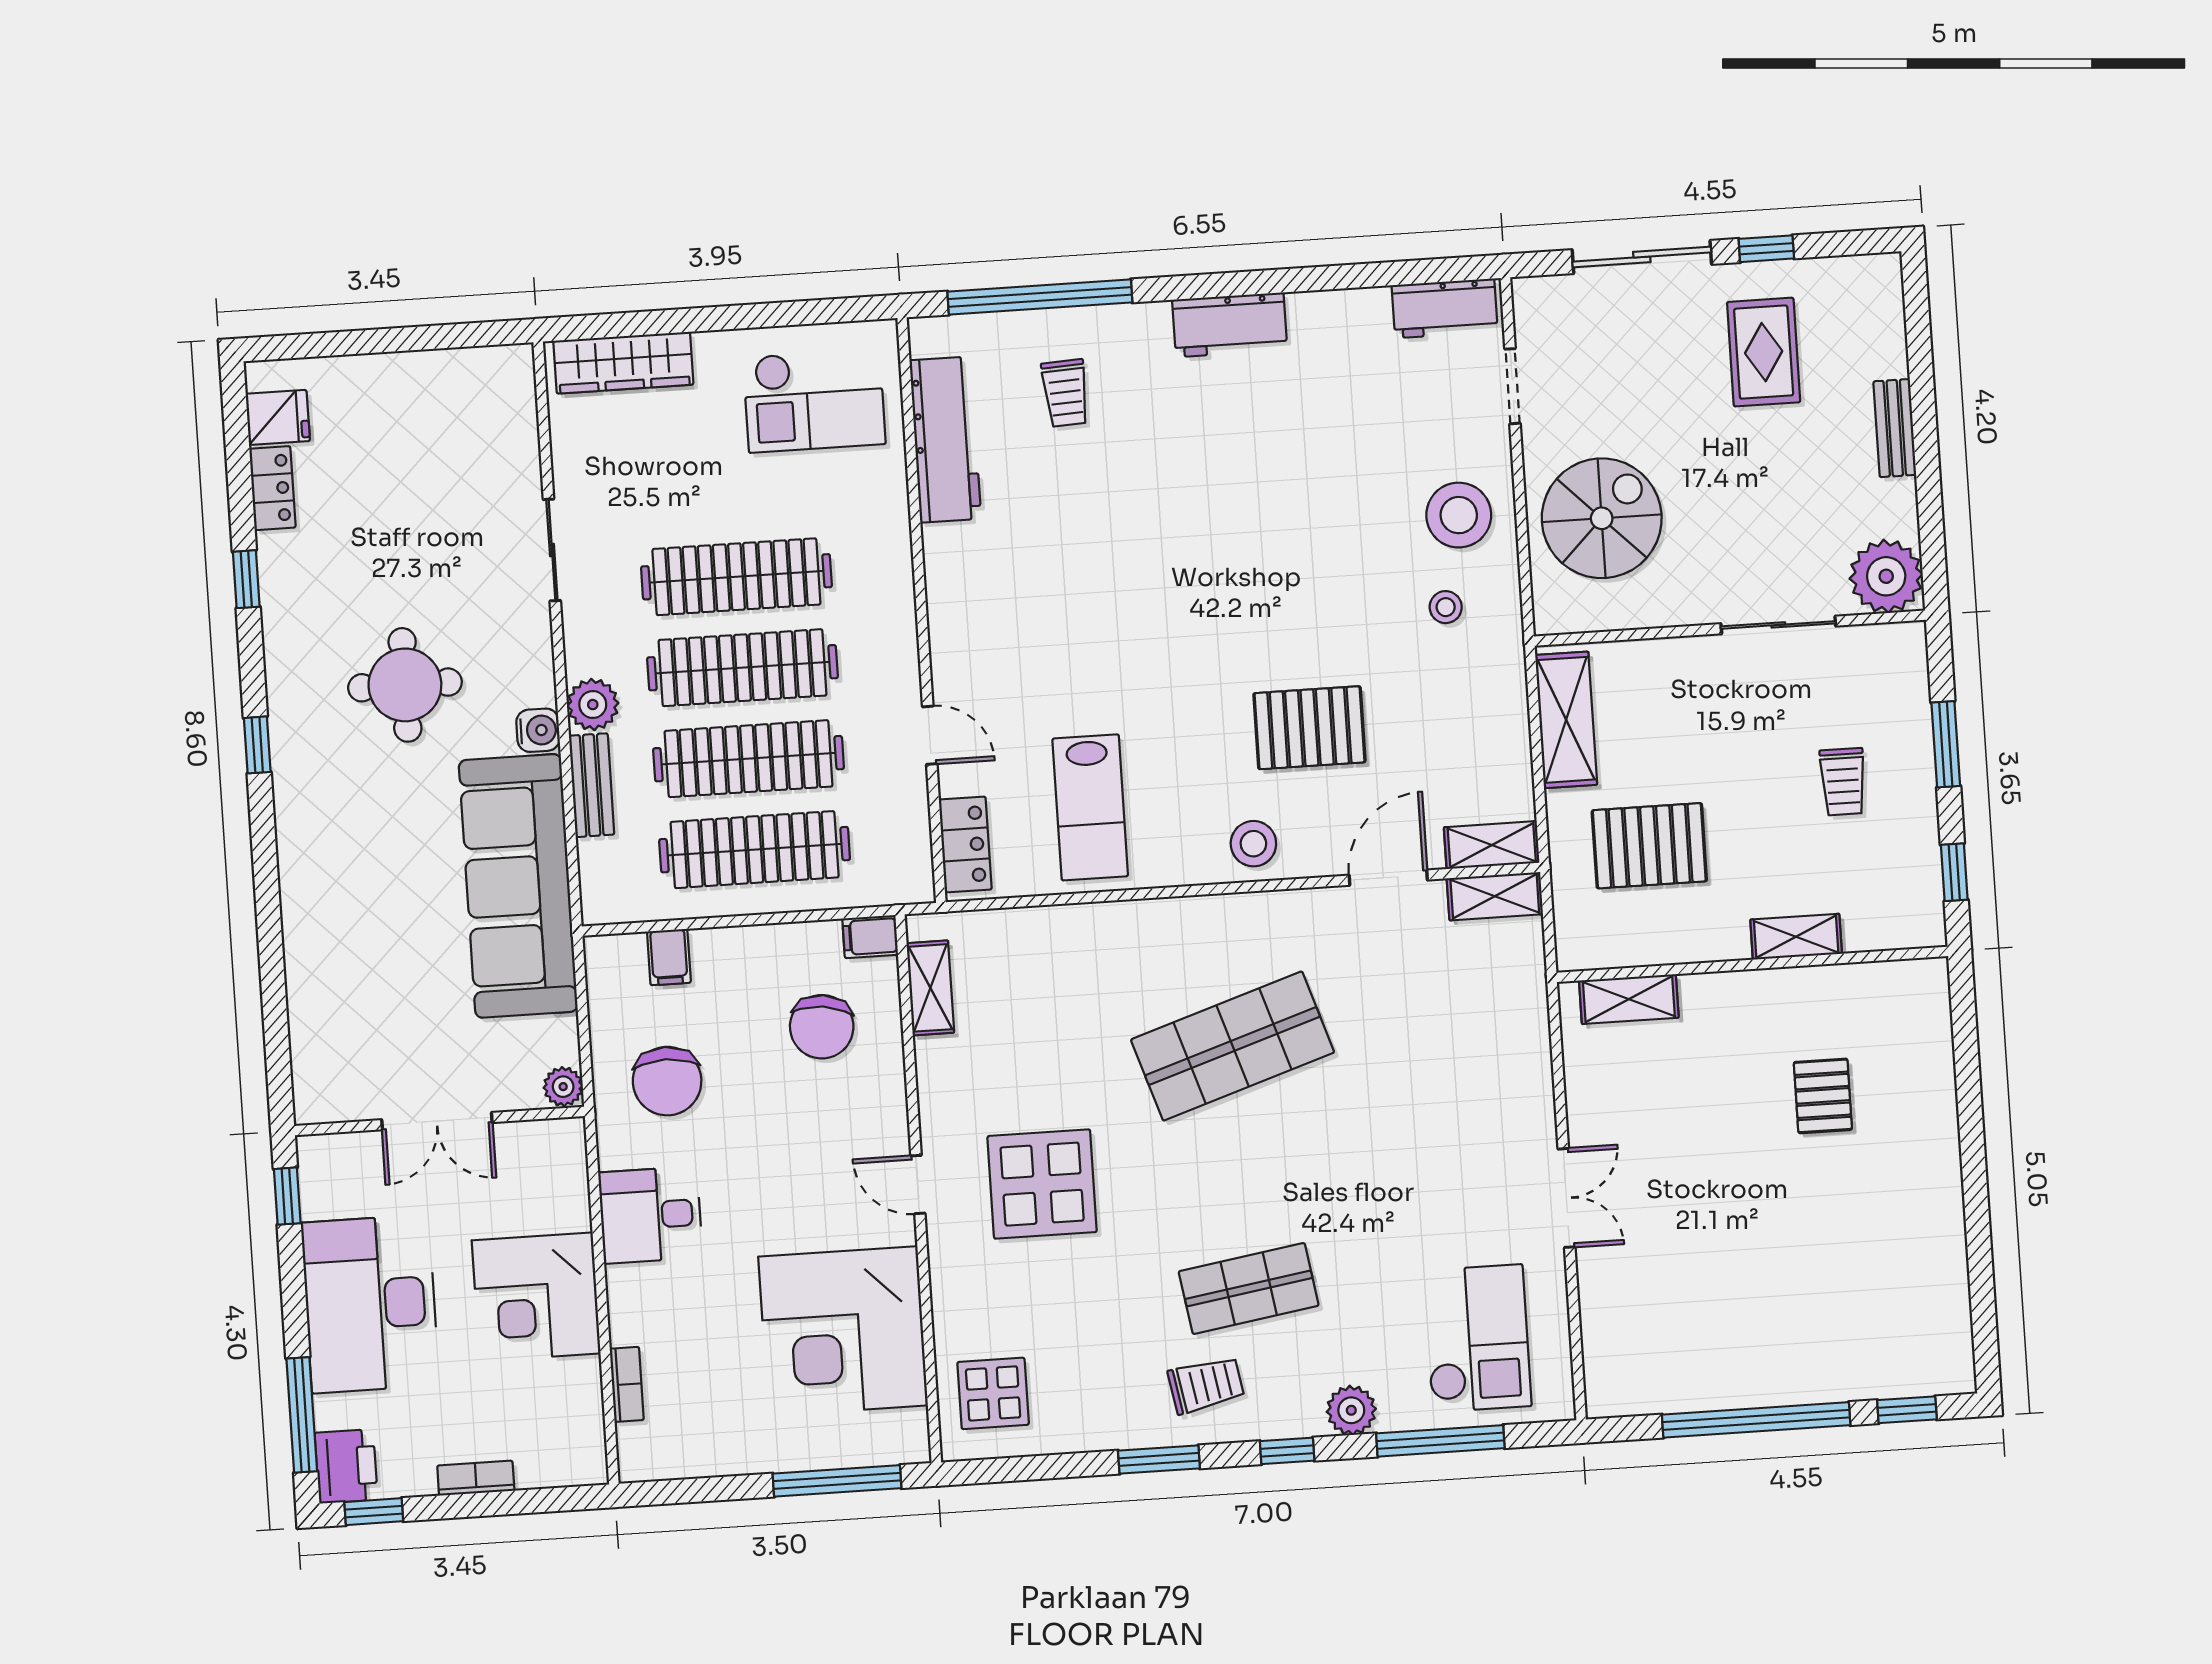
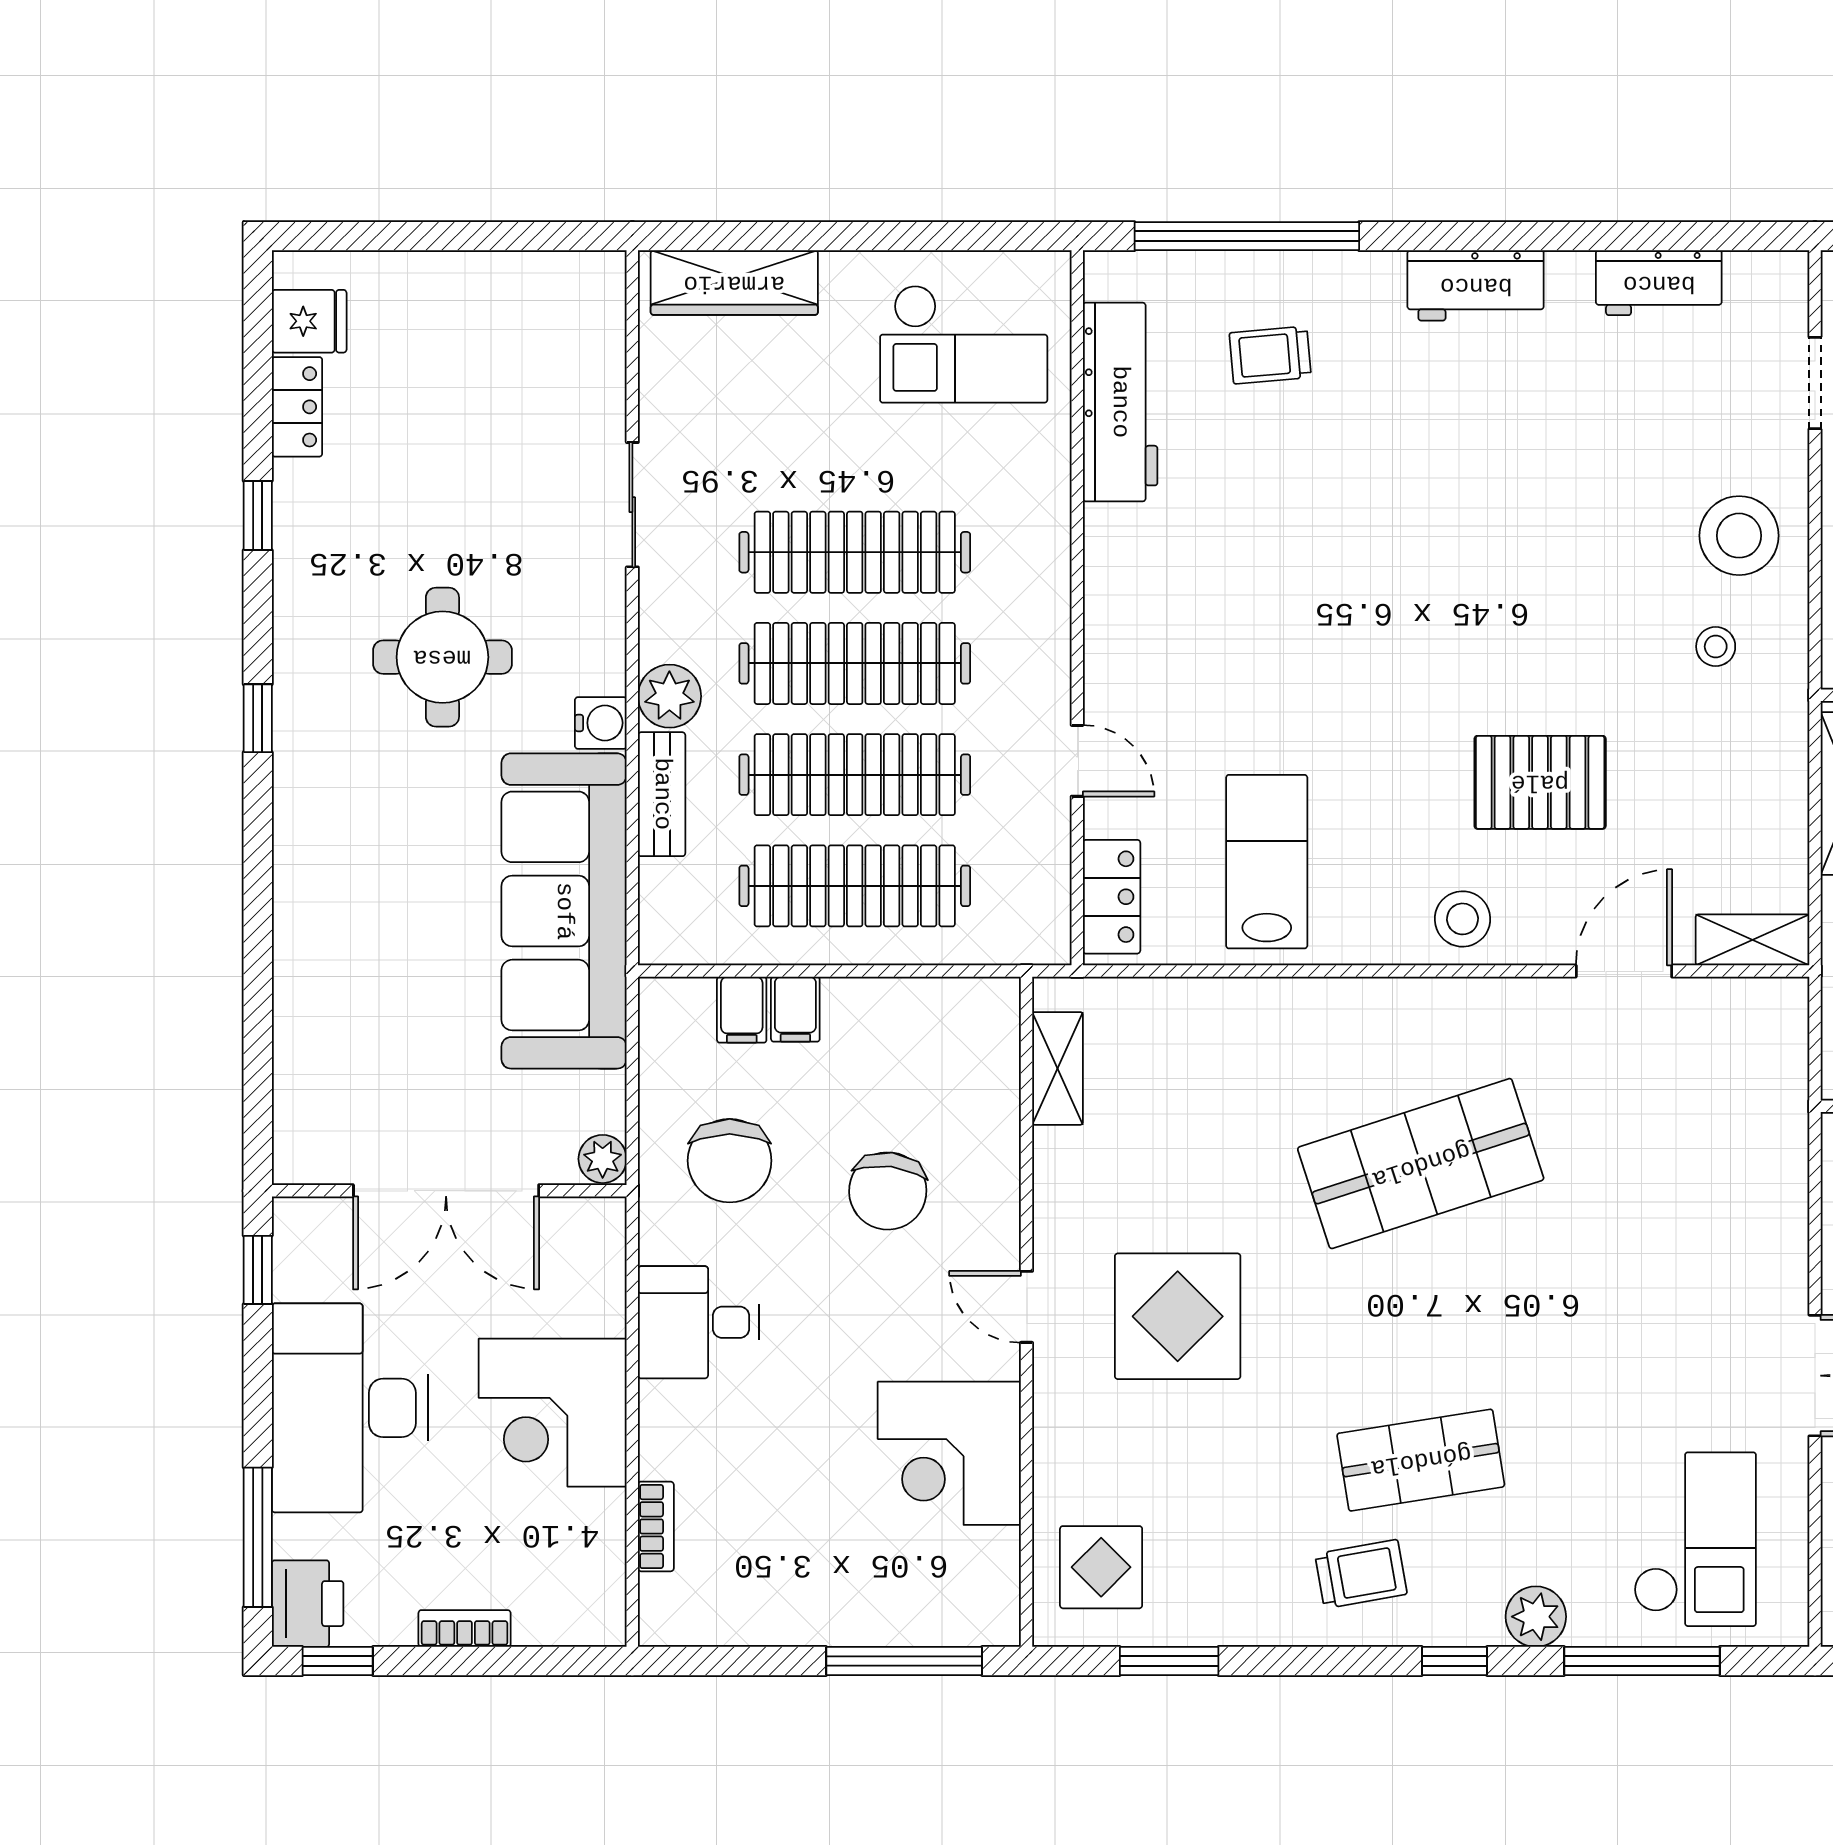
workbench: (1445, 308) -> (1659, 283), moved
trolley: (1065, 393) -> (1270, 355), turned 88
lab bench: (1090, 807) -> (1267, 862), turned 180
shelving: (1495, 896) -> (1752, 1002), removed
filing cabinet: (870, 937) -> (795, 1009), moved, turned -90
chair: (822, 1027) -> (888, 1191), moved
double door: (437, 1121) -> (446, 1191), width x1.37
corner desk: (843, 1331) -> (949, 1453), width x0.74, depth x0.74
window: (1159, 1459) -> (1169, 1661), moved

